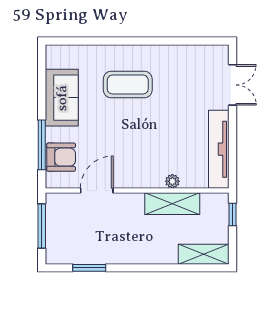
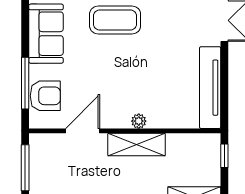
plant: (172, 181) -> (139, 121), moved
shelving: (172, 204) -> (137, 145), moved

